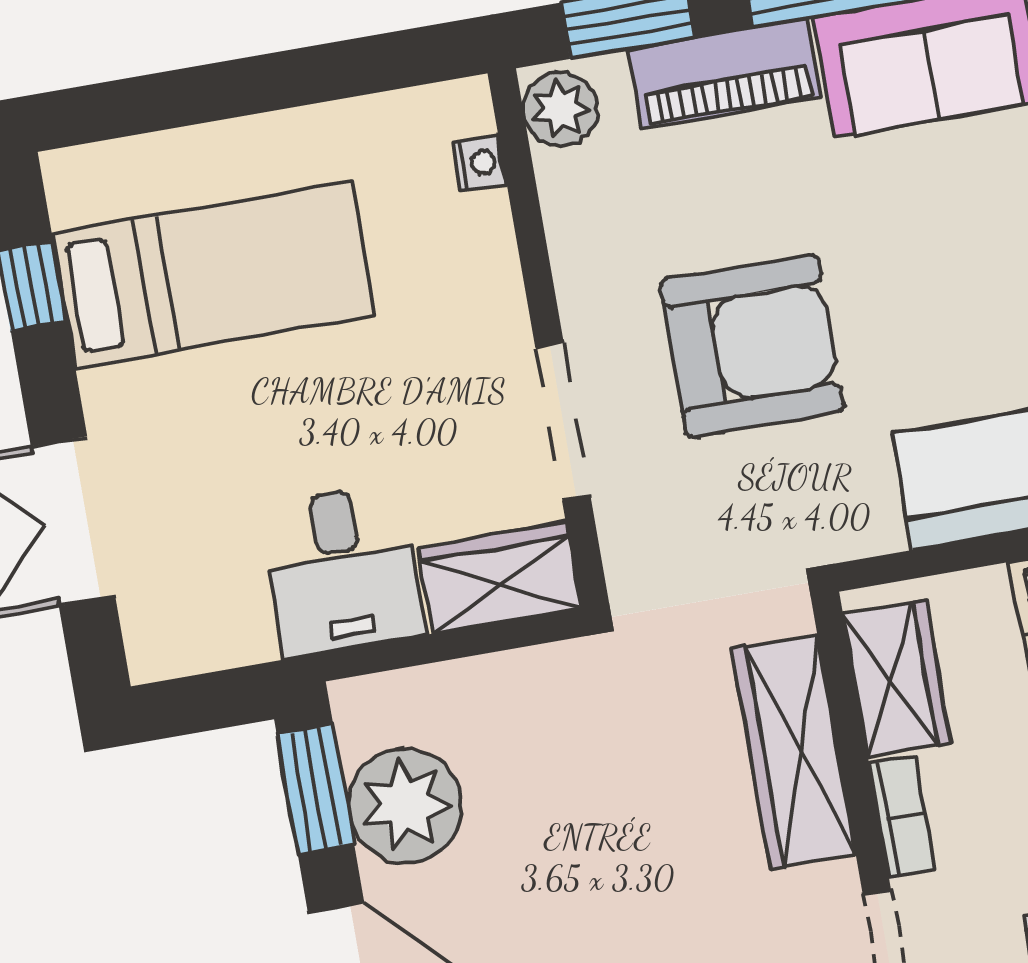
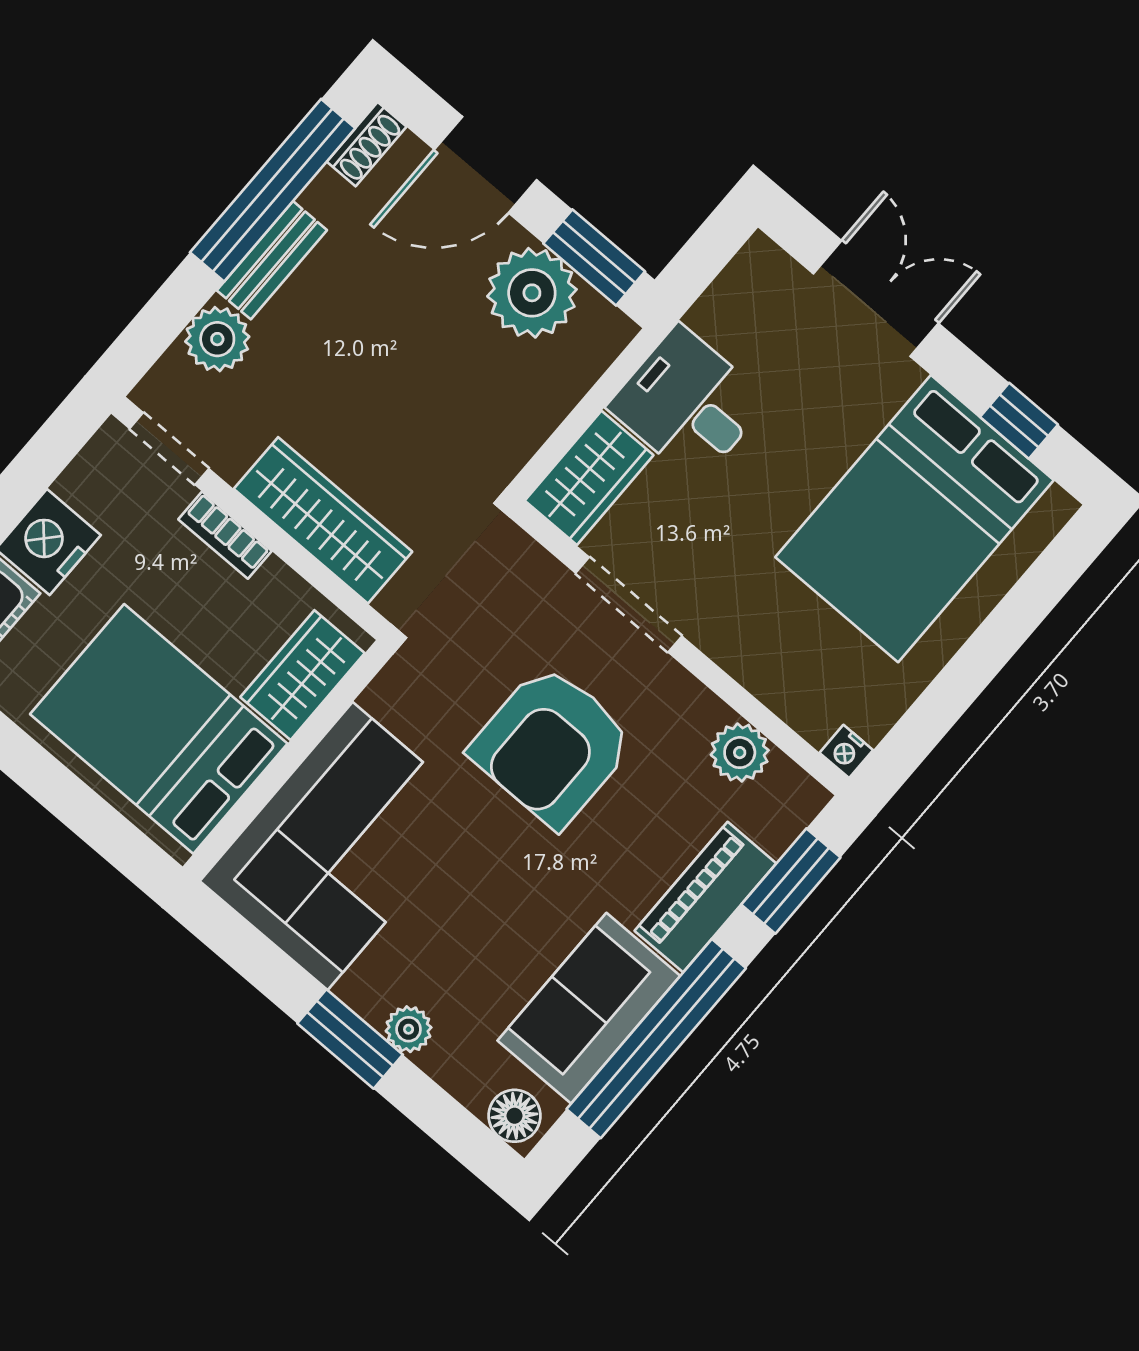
plant: (560, 109) -> (740, 753), moved
nightstand: (479, 163) -> (846, 751), moved
bed: (213, 275) -> (914, 519), width x1.50
wardrobe: (897, 679) -> (302, 675), moved, turned 90

